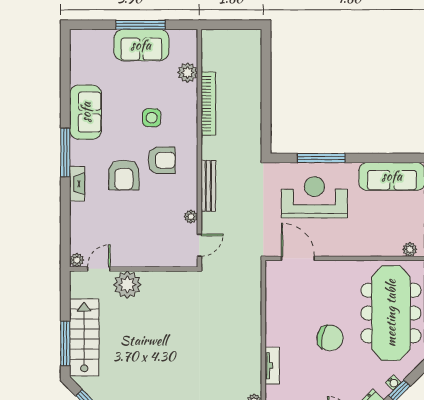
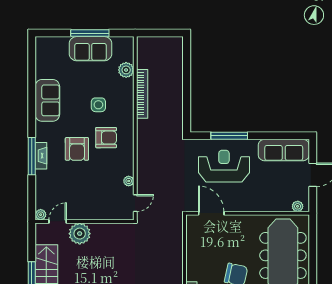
window: (65, 152) -> (32, 156), moved
bench: (208, 186) -> (142, 157), removed

